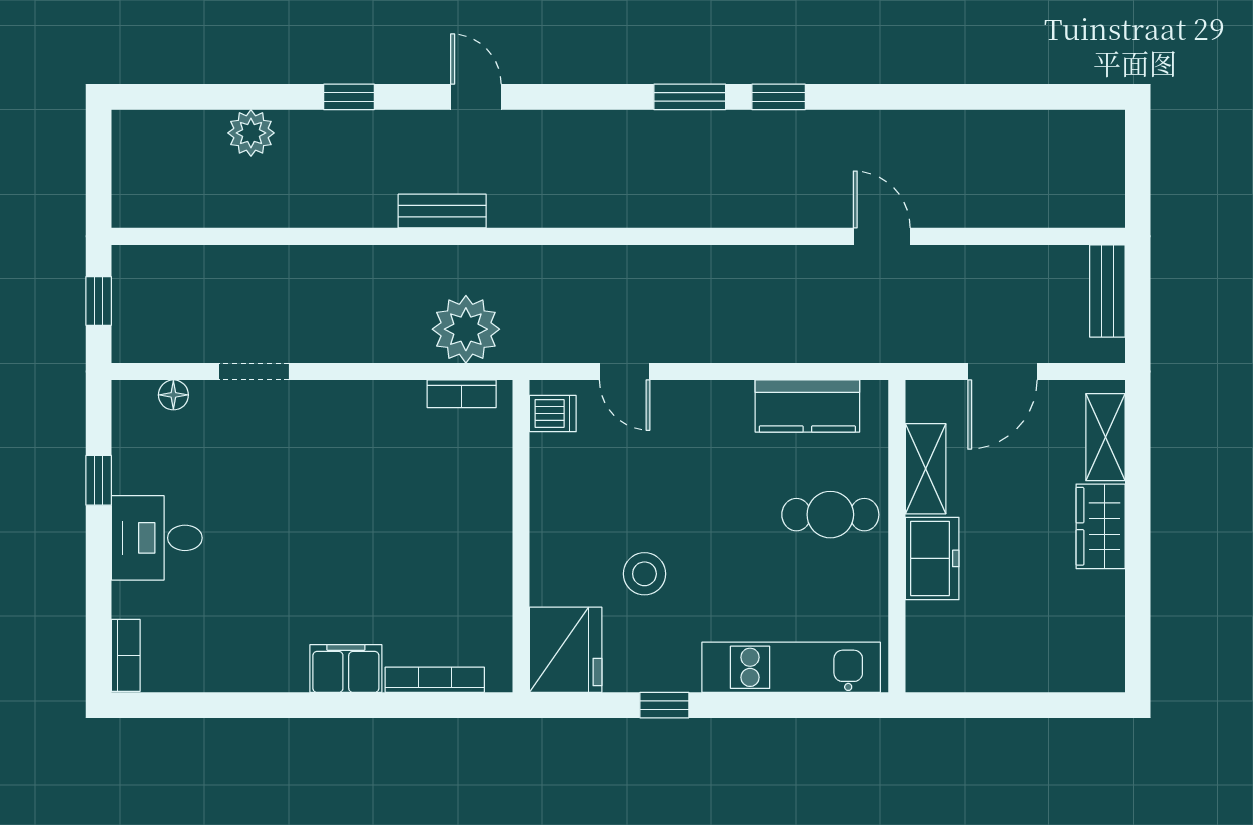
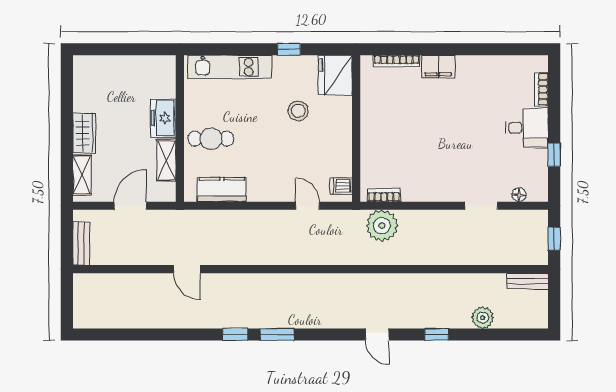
bench: (442, 211) -> (528, 281), moved
bookcase: (126, 655) -> (541, 89), moved

